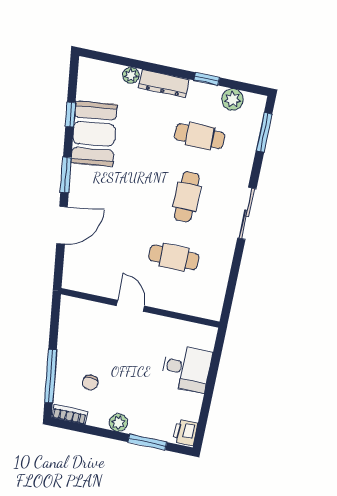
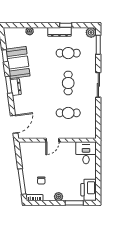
dresser: (164, 84) -> (59, 32), moved
plant: (233, 100) -> (91, 32), moved
dresser: (79, 182) -> (16, 87), added
door: (62, 225) -> (14, 124), moved
door: (130, 306) -> (52, 140), swing flipped
desk: (186, 368) -> (86, 153), moved, turned -90
printer: (185, 432) -> (89, 190), width x1.87, depth x1.48

